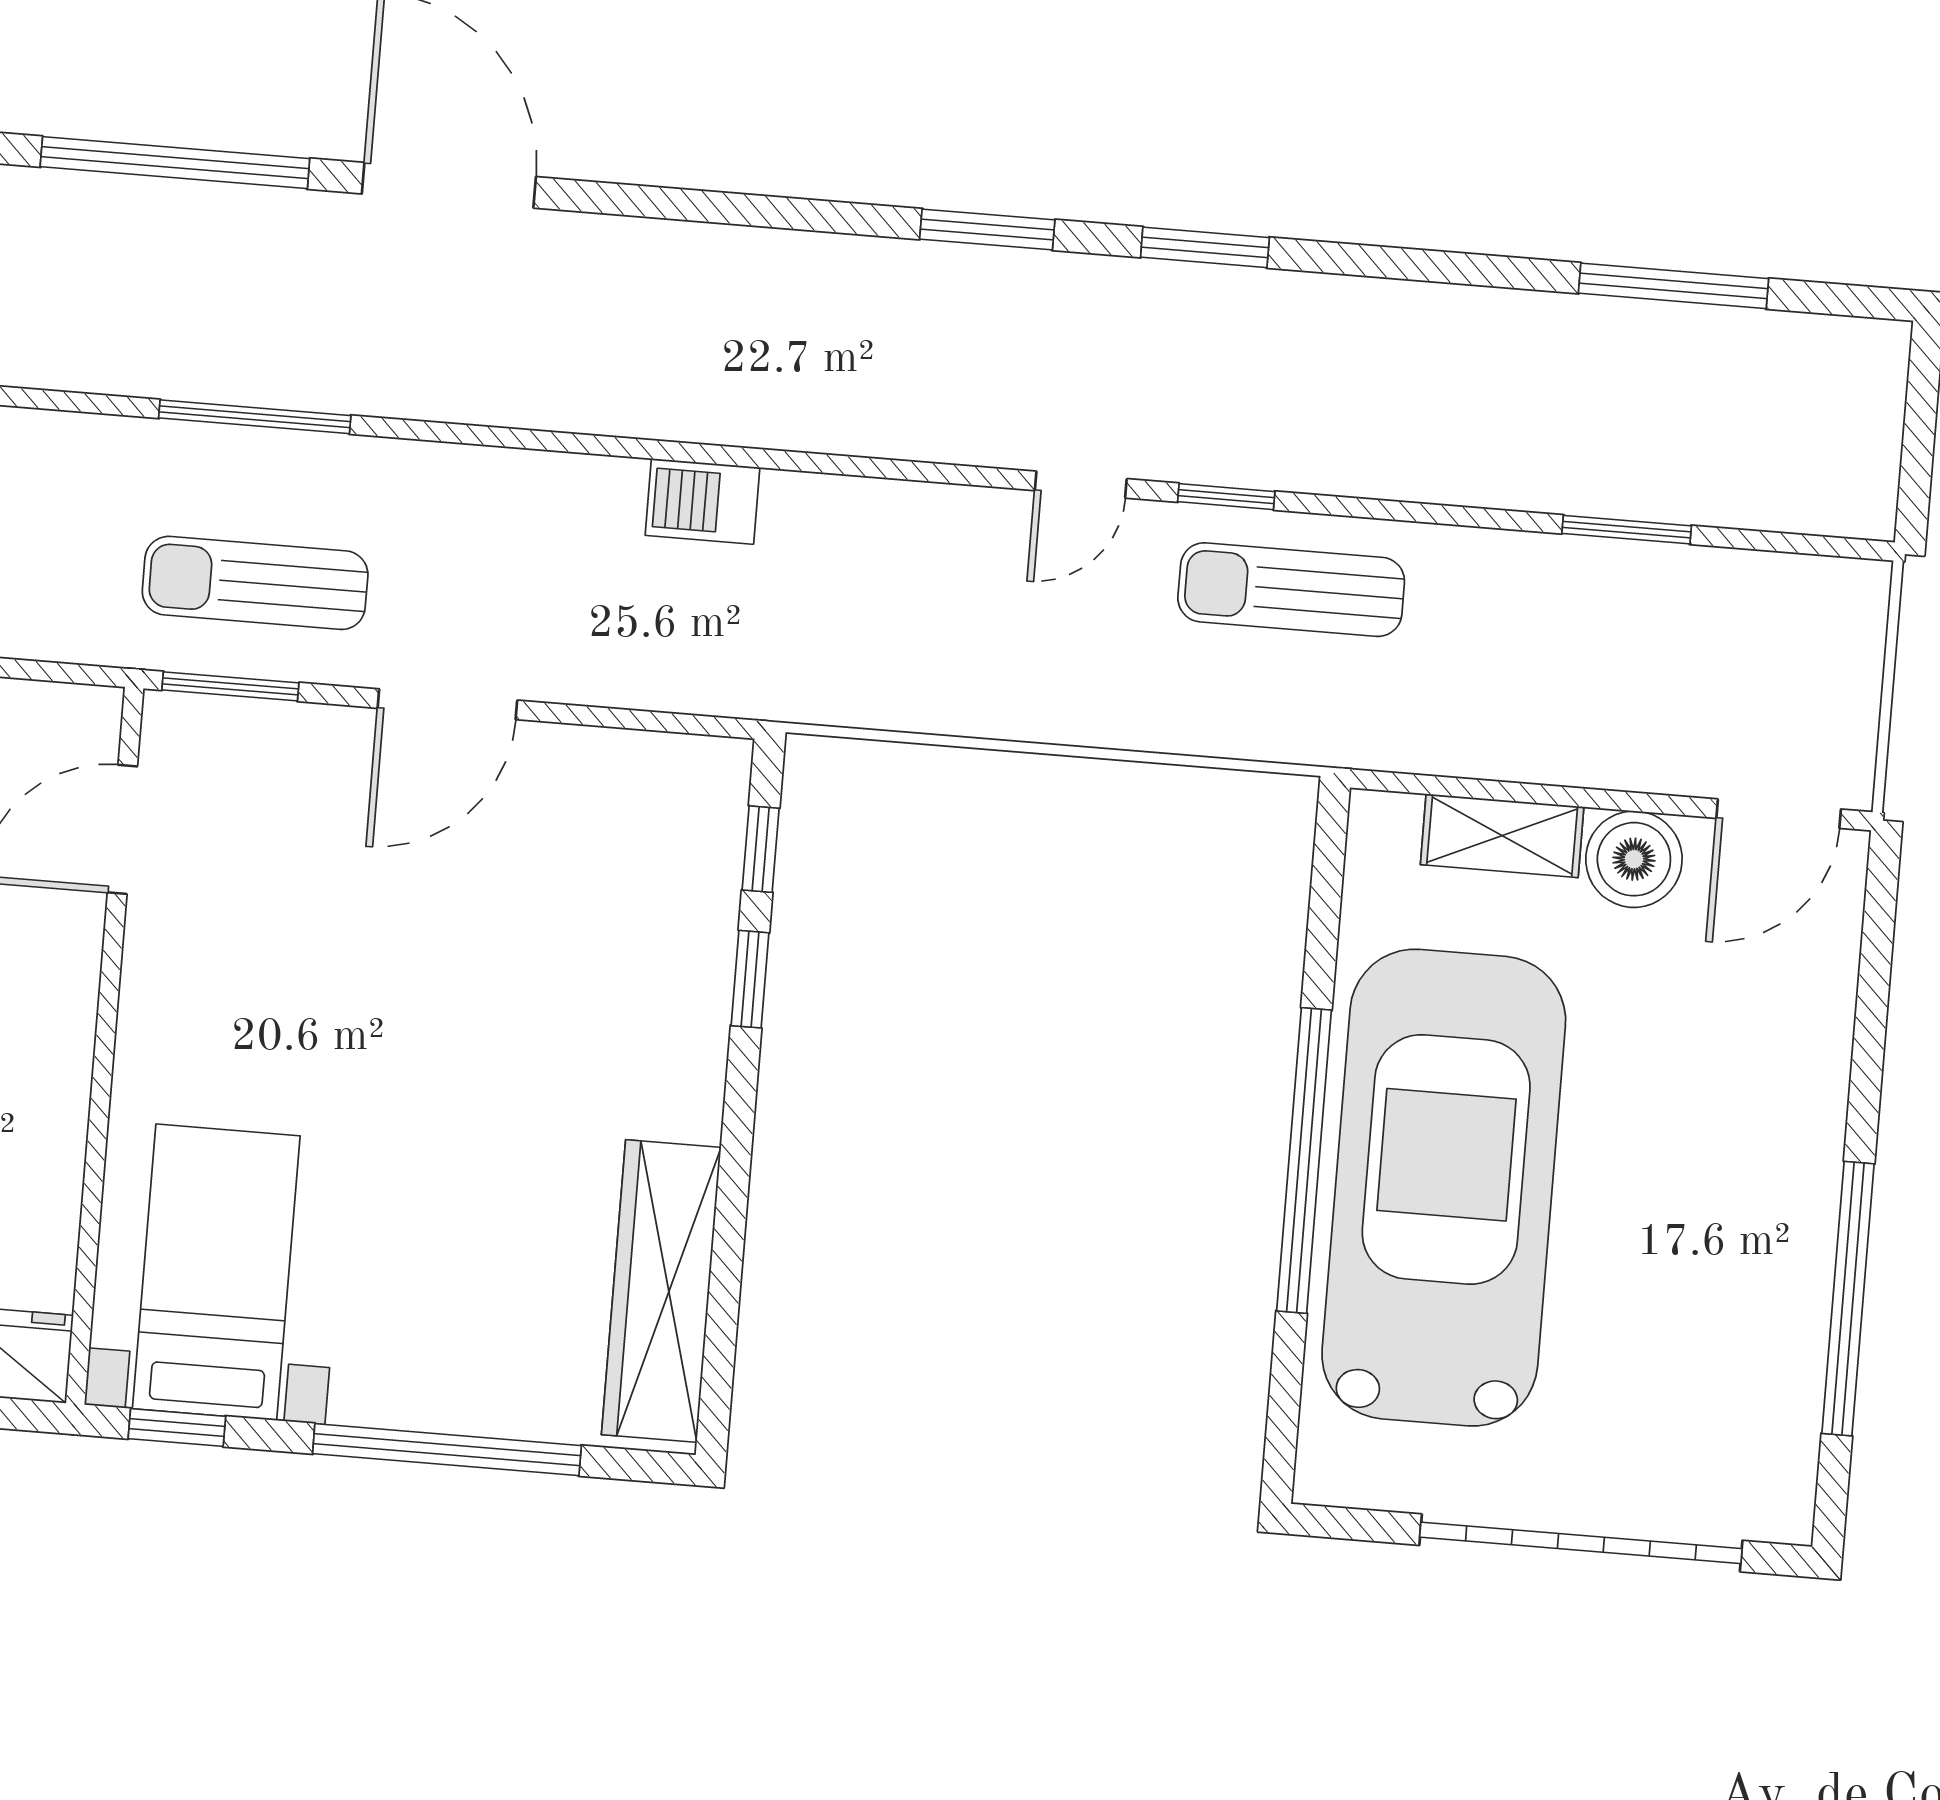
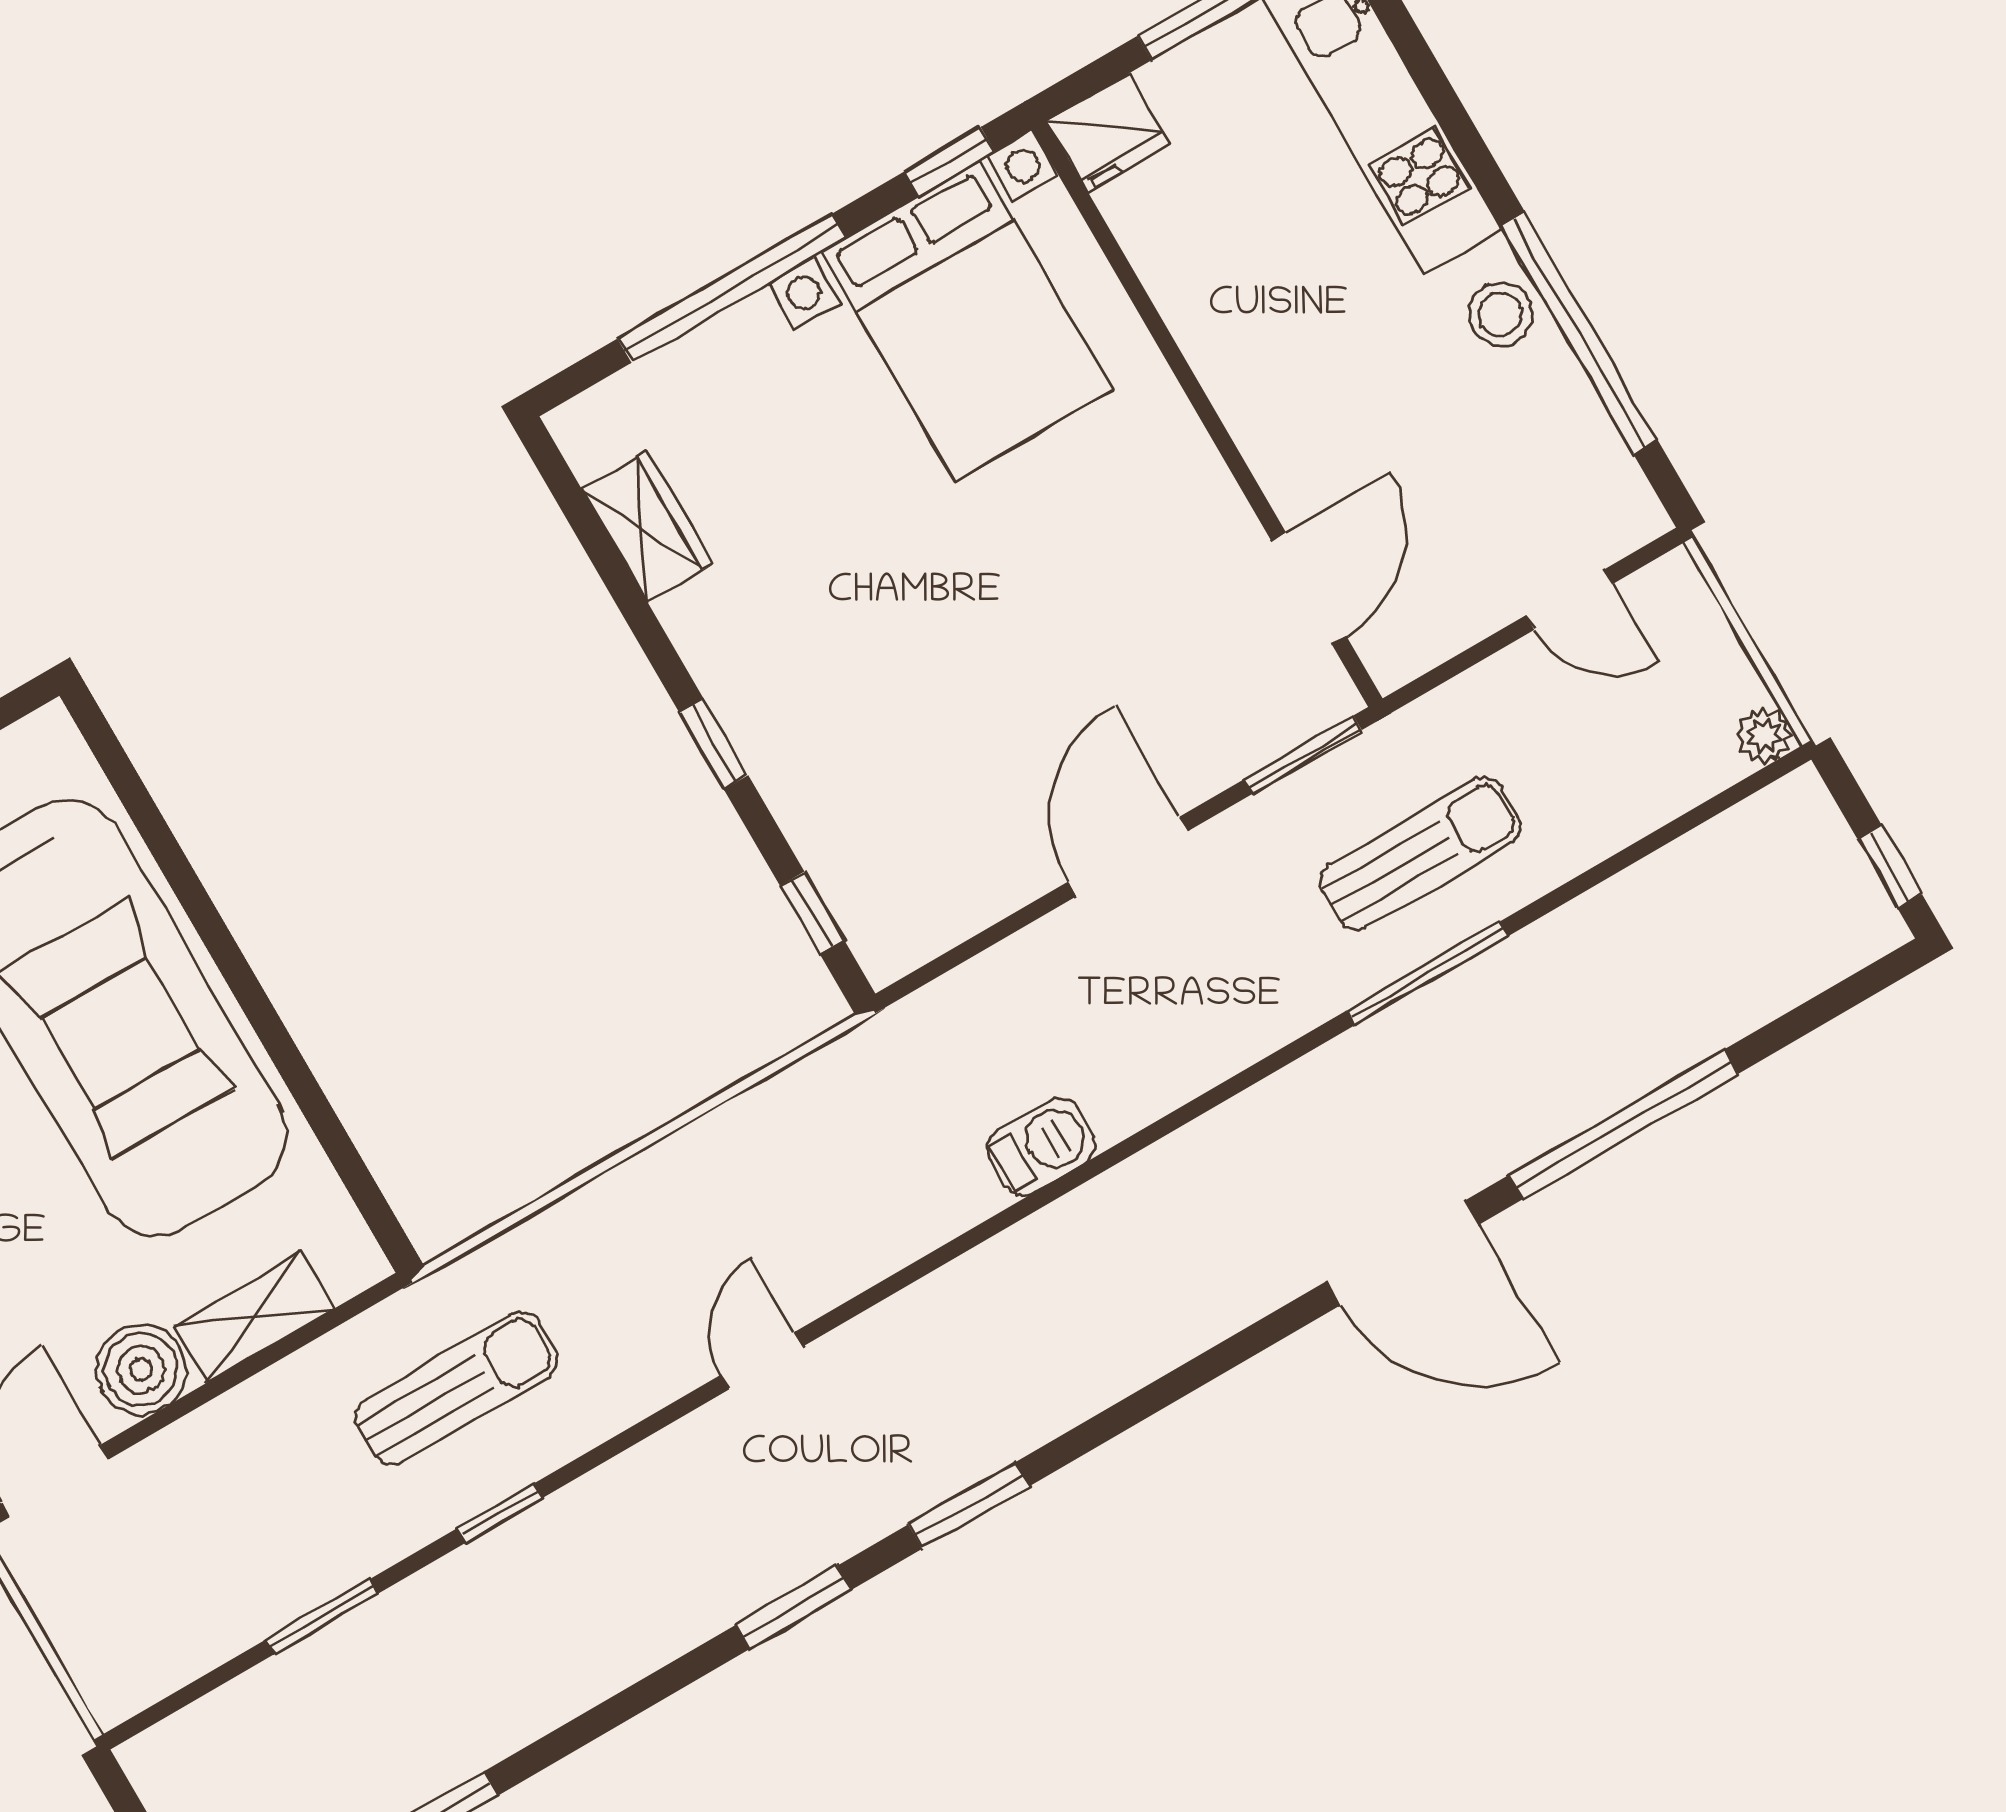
window: (1226, 497) -> (500, 1513), moved
sun lounger: (255, 583) -> (1421, 854), moved
sun lounger: (1291, 590) -> (456, 1388), moved
window: (750, 979) -> (714, 744), moved
window: (1304, 1161) -> (232, 964), removed
bed with nightstands: (216, 1272) -> (967, 321), width x1.36
wardrobe: (661, 1291) -> (647, 526), width x0.48, depth x0.85

